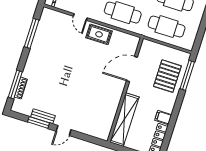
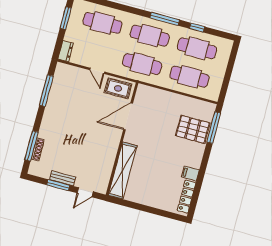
door: (132, 69) -> (128, 116), moved
pallet: (167, 76) -> (193, 129), turned 90
wall: (125, 90) -> (122, 139), moved
shelving: (124, 120) -> (123, 171), moved

